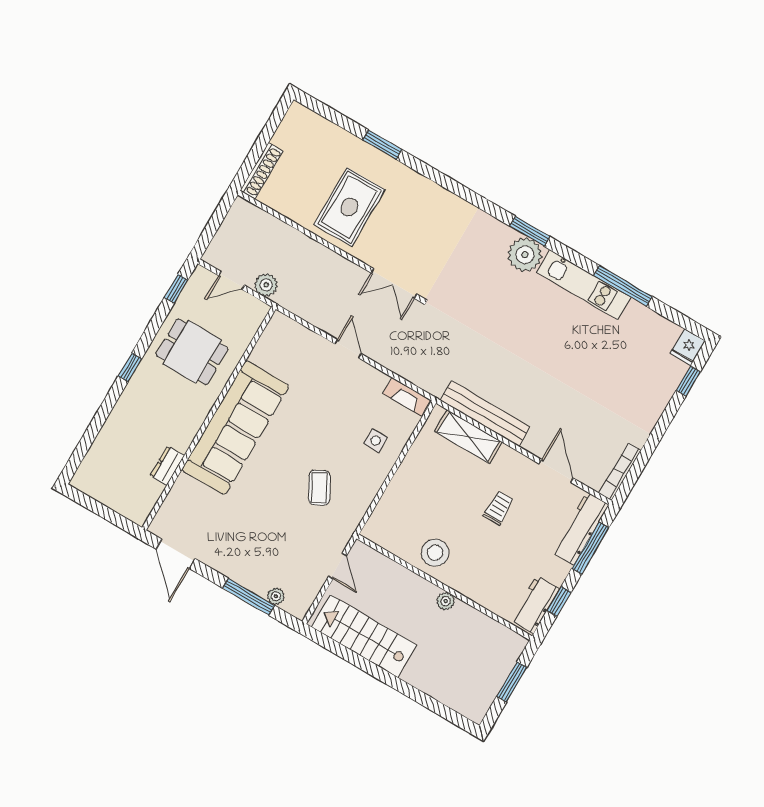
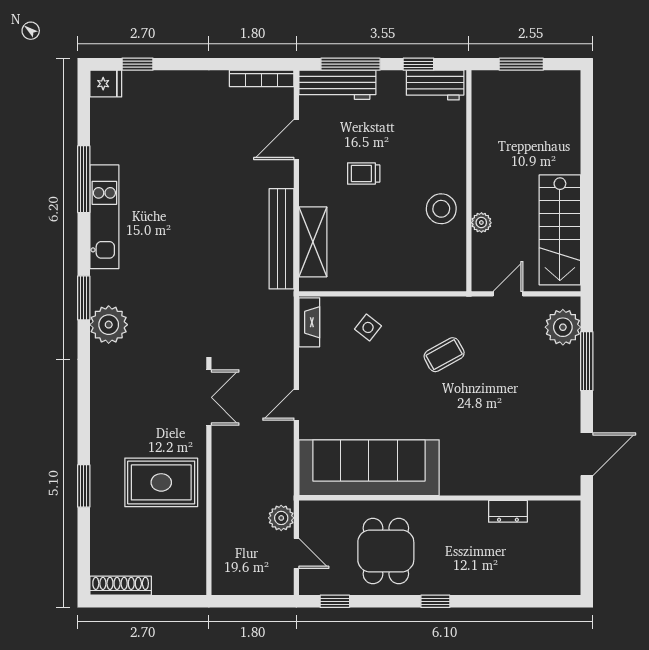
shoe rack: (262, 171) -> (121, 586), moved
plant: (525, 255) -> (109, 325), moved
sofa: (235, 428) -> (369, 468), moved
side table: (376, 441) -> (368, 327), turned 38
plant: (276, 596) -> (563, 327), width x1.87, depth x1.87
plant: (446, 601) -> (481, 223), moved

